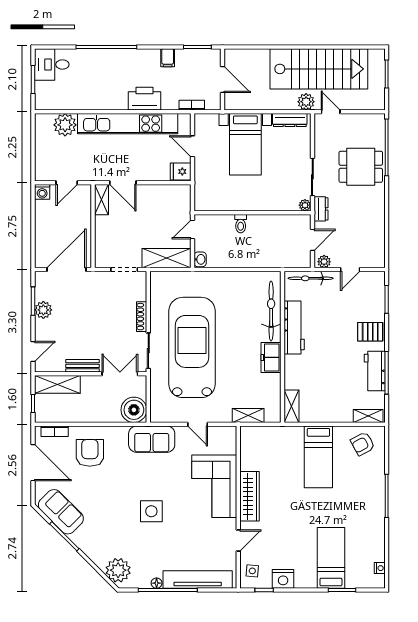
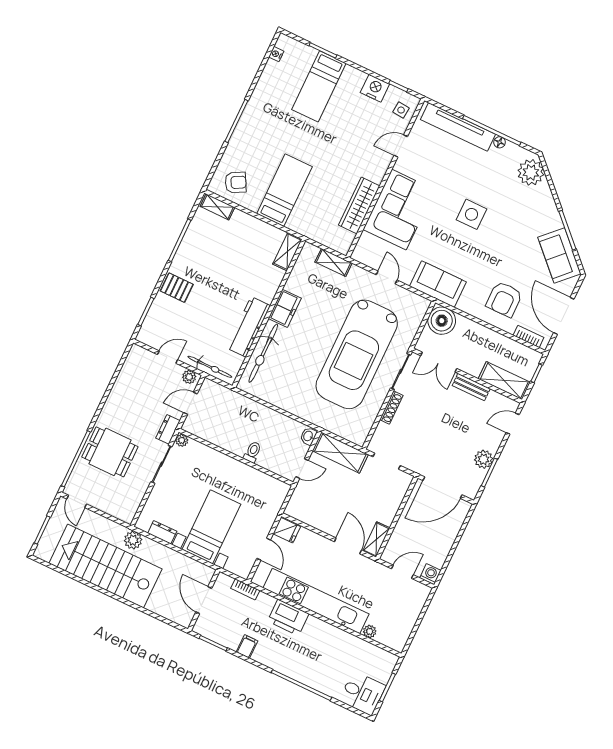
door: (331, 112) -> (77, 501), moved
dresser: (290, 120) -> (162, 532), width x0.70
plant: (65, 125) -> (370, 631), width x0.53, depth x0.53
workbench: (375, 371) -> (190, 248), removed
wardrobe: (249, 496) -> (359, 205), moved

